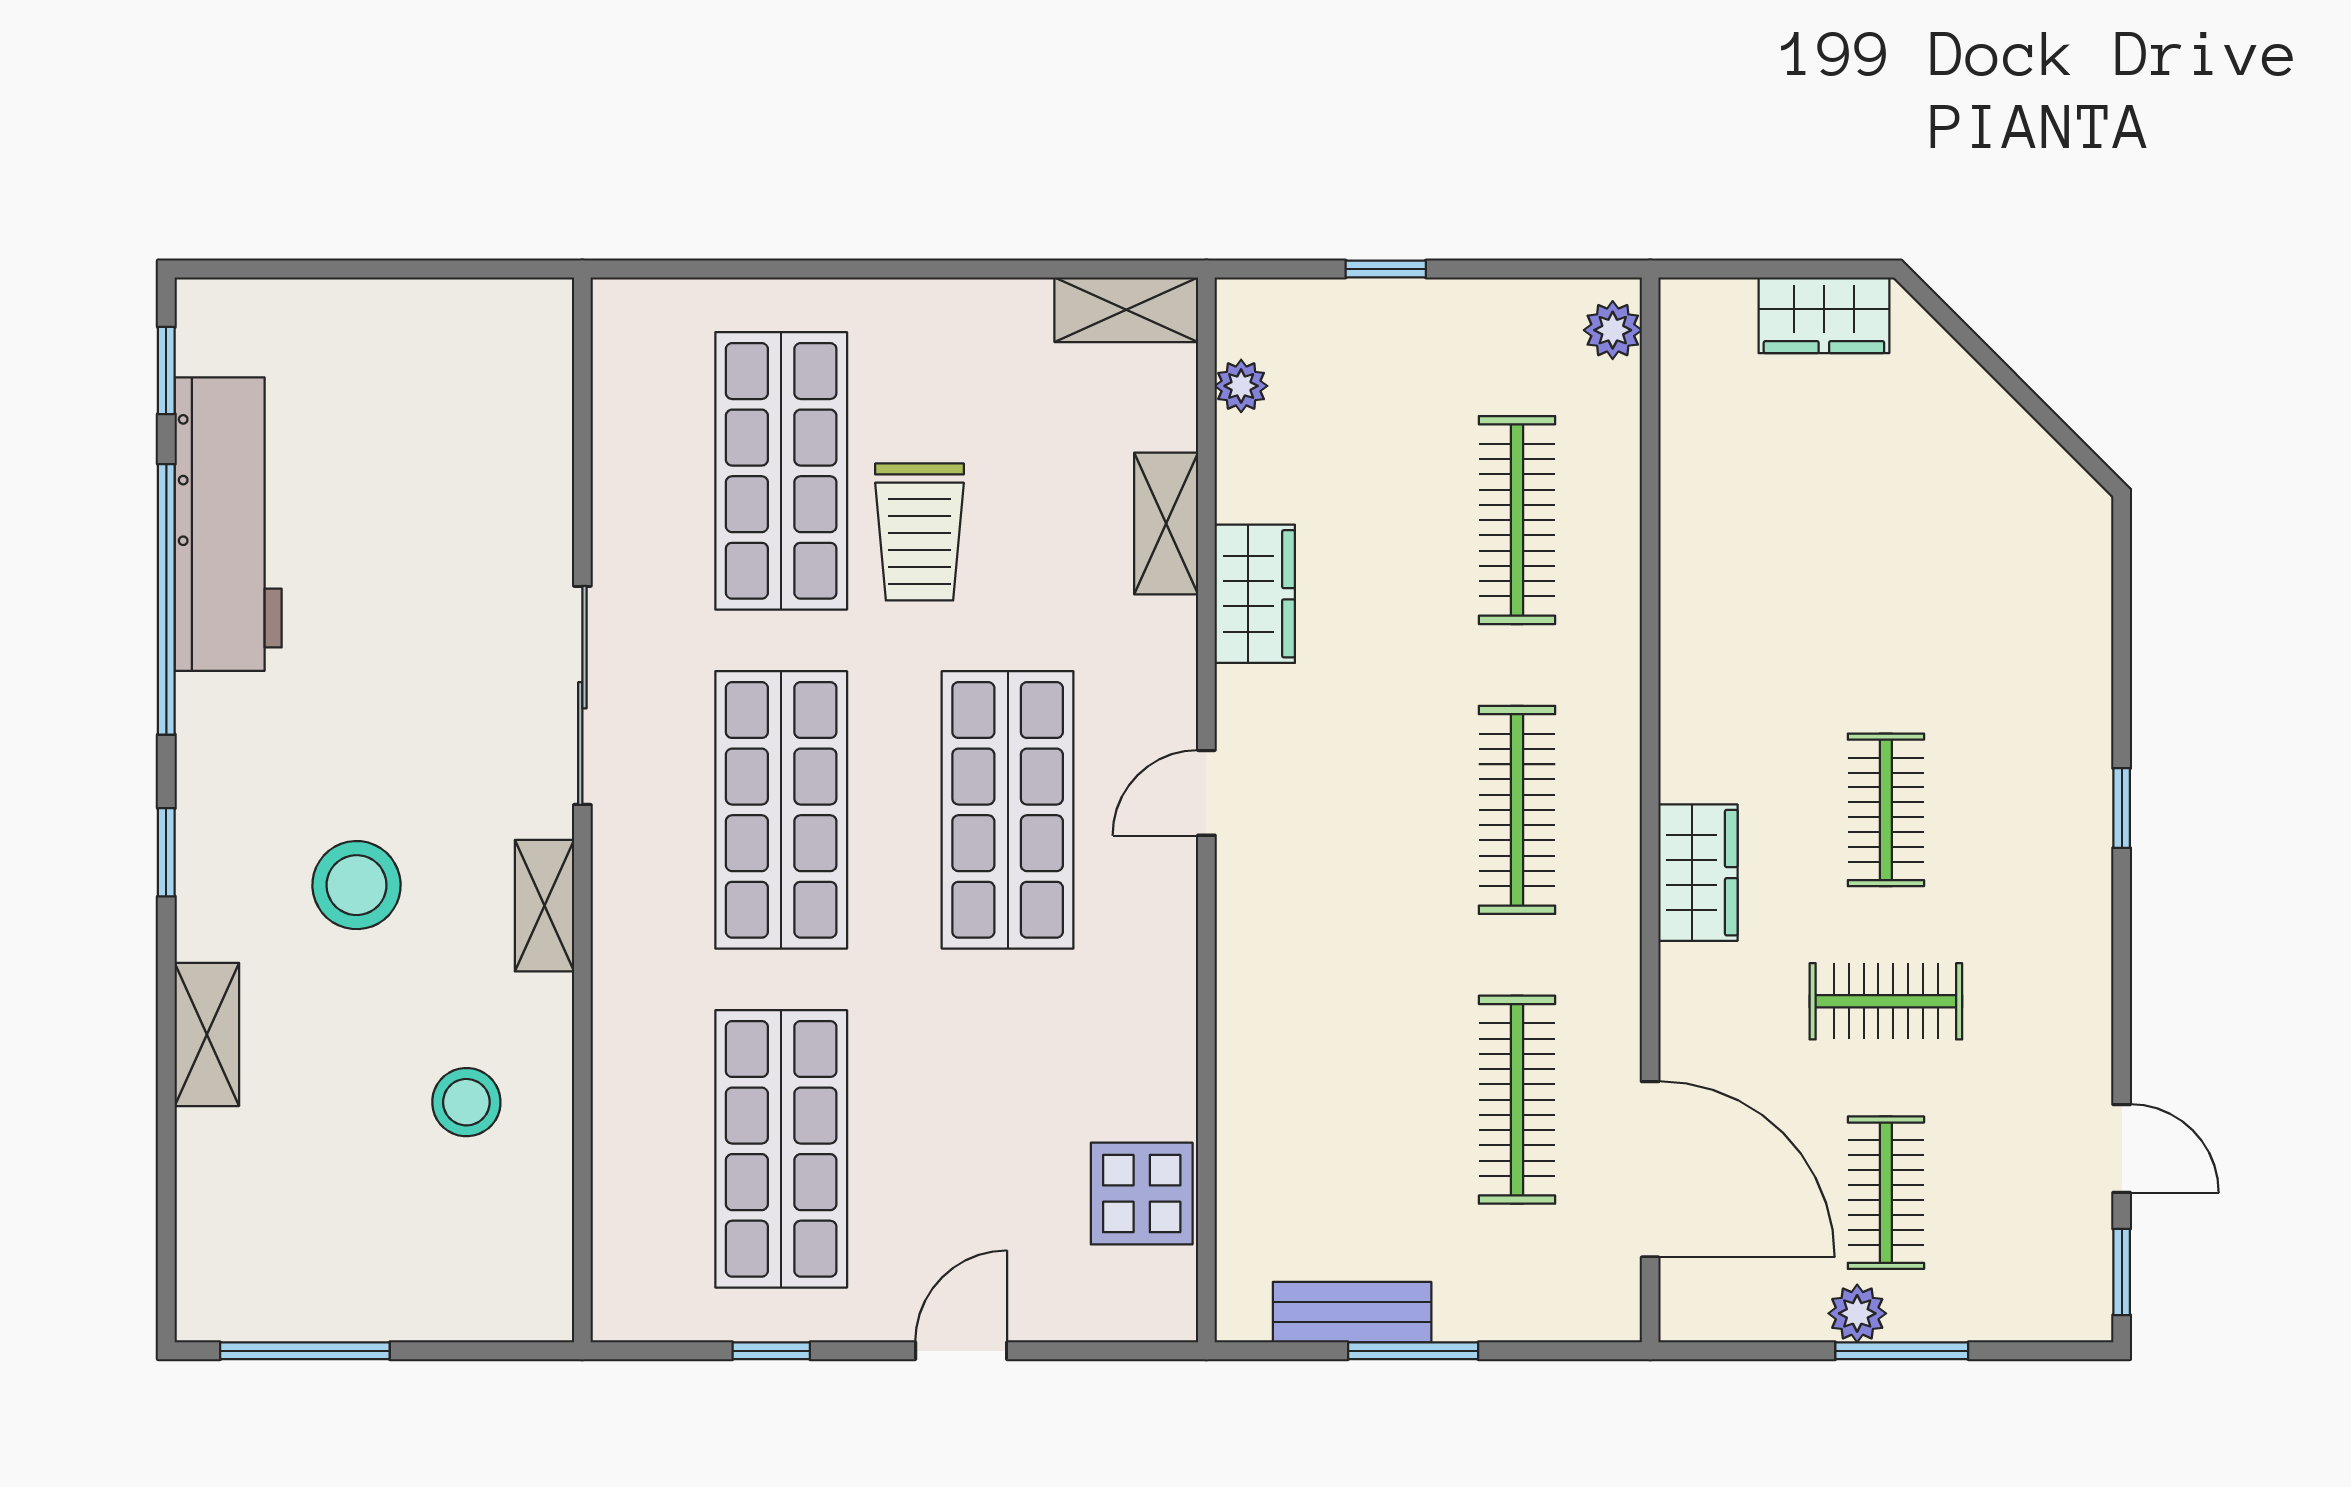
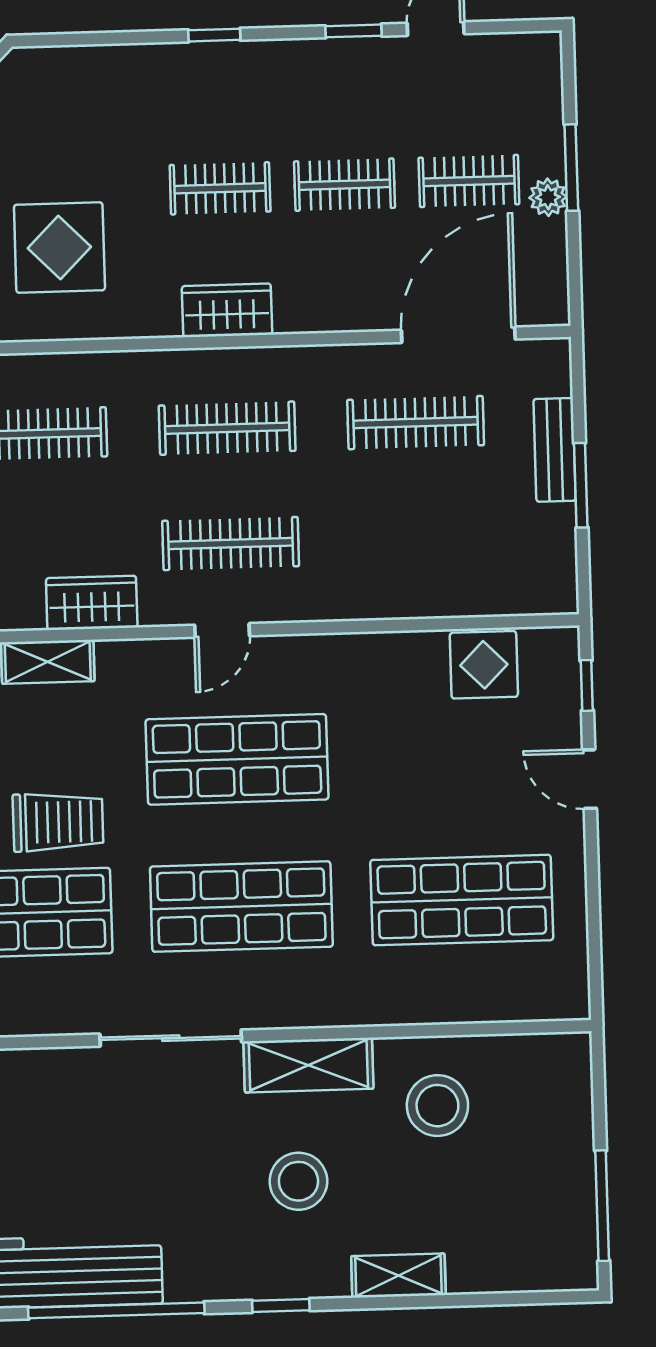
display table: (1802, 560) -> (59, 248), added
door: (1206, 793) -> (222, 630), hinge flipped
clothes rail: (1340, 810) -> (231, 544), added
wardrobe: (1698, 873) -> (227, 310), moved
shelving: (544, 906) -> (308, 1065), width x1.50, depth x1.33
clothes rail: (1886, 1001) -> (344, 185), turned 90
stool: (466, 1102) -> (437, 1106), width x1.38, depth x1.38
window: (2122, 1272) -> (353, 31), moved
bench: (1352, 1312) -> (555, 450), moved
window: (771, 1351) -> (587, 685), moved

